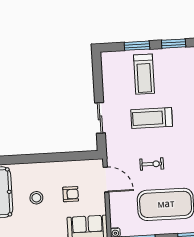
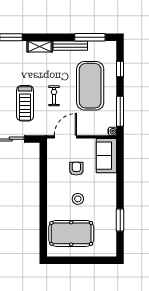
treadmill: (152, 118) -> (25, 103), moved

